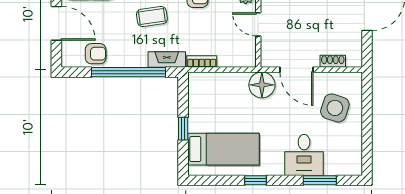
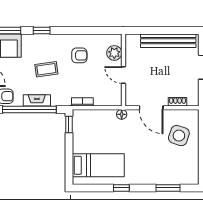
fireplace: (167, 60) -> (37, 100), moved
floor lamp: (262, 85) -> (122, 114), width x0.53, depth x0.53
window: (183, 129) -> (69, 125), moved
desk: (304, 155) -> (157, 170), removed

